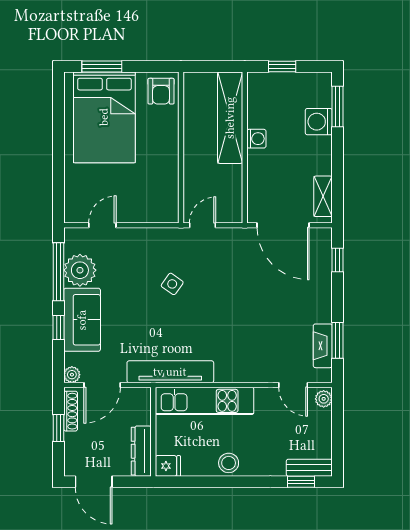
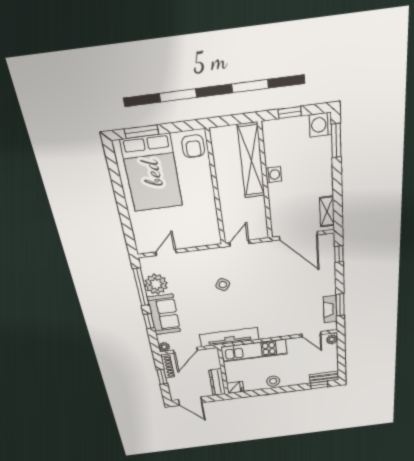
washing machine: (319, 122) -> (321, 125), moved

